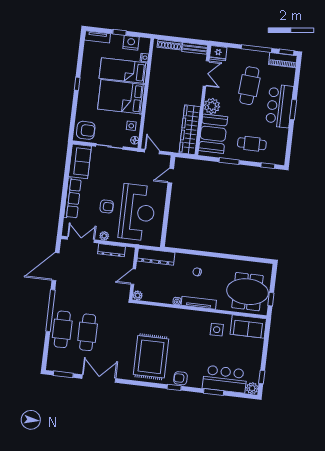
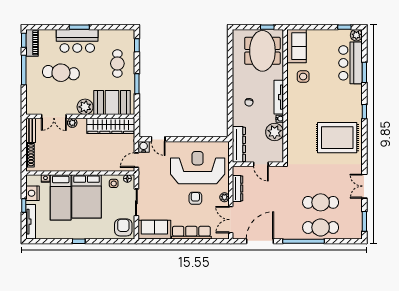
tv unit: (97, 37) -> (31, 222), width x1.41
fridge: (218, 53) -> (33, 107), removed
double door: (206, 73) -> (54, 116), swing flipped
plant: (197, 91) -> (72, 123), added
water cooler: (165, 160) -> (144, 147), added
door: (56, 267) -> (260, 241), swing flipped
plant: (138, 295) -> (275, 132), moved, width x1.88, depth x1.88
armchair: (181, 378) -> (355, 106), removed
double door: (99, 379) -> (364, 186), width x0.73

